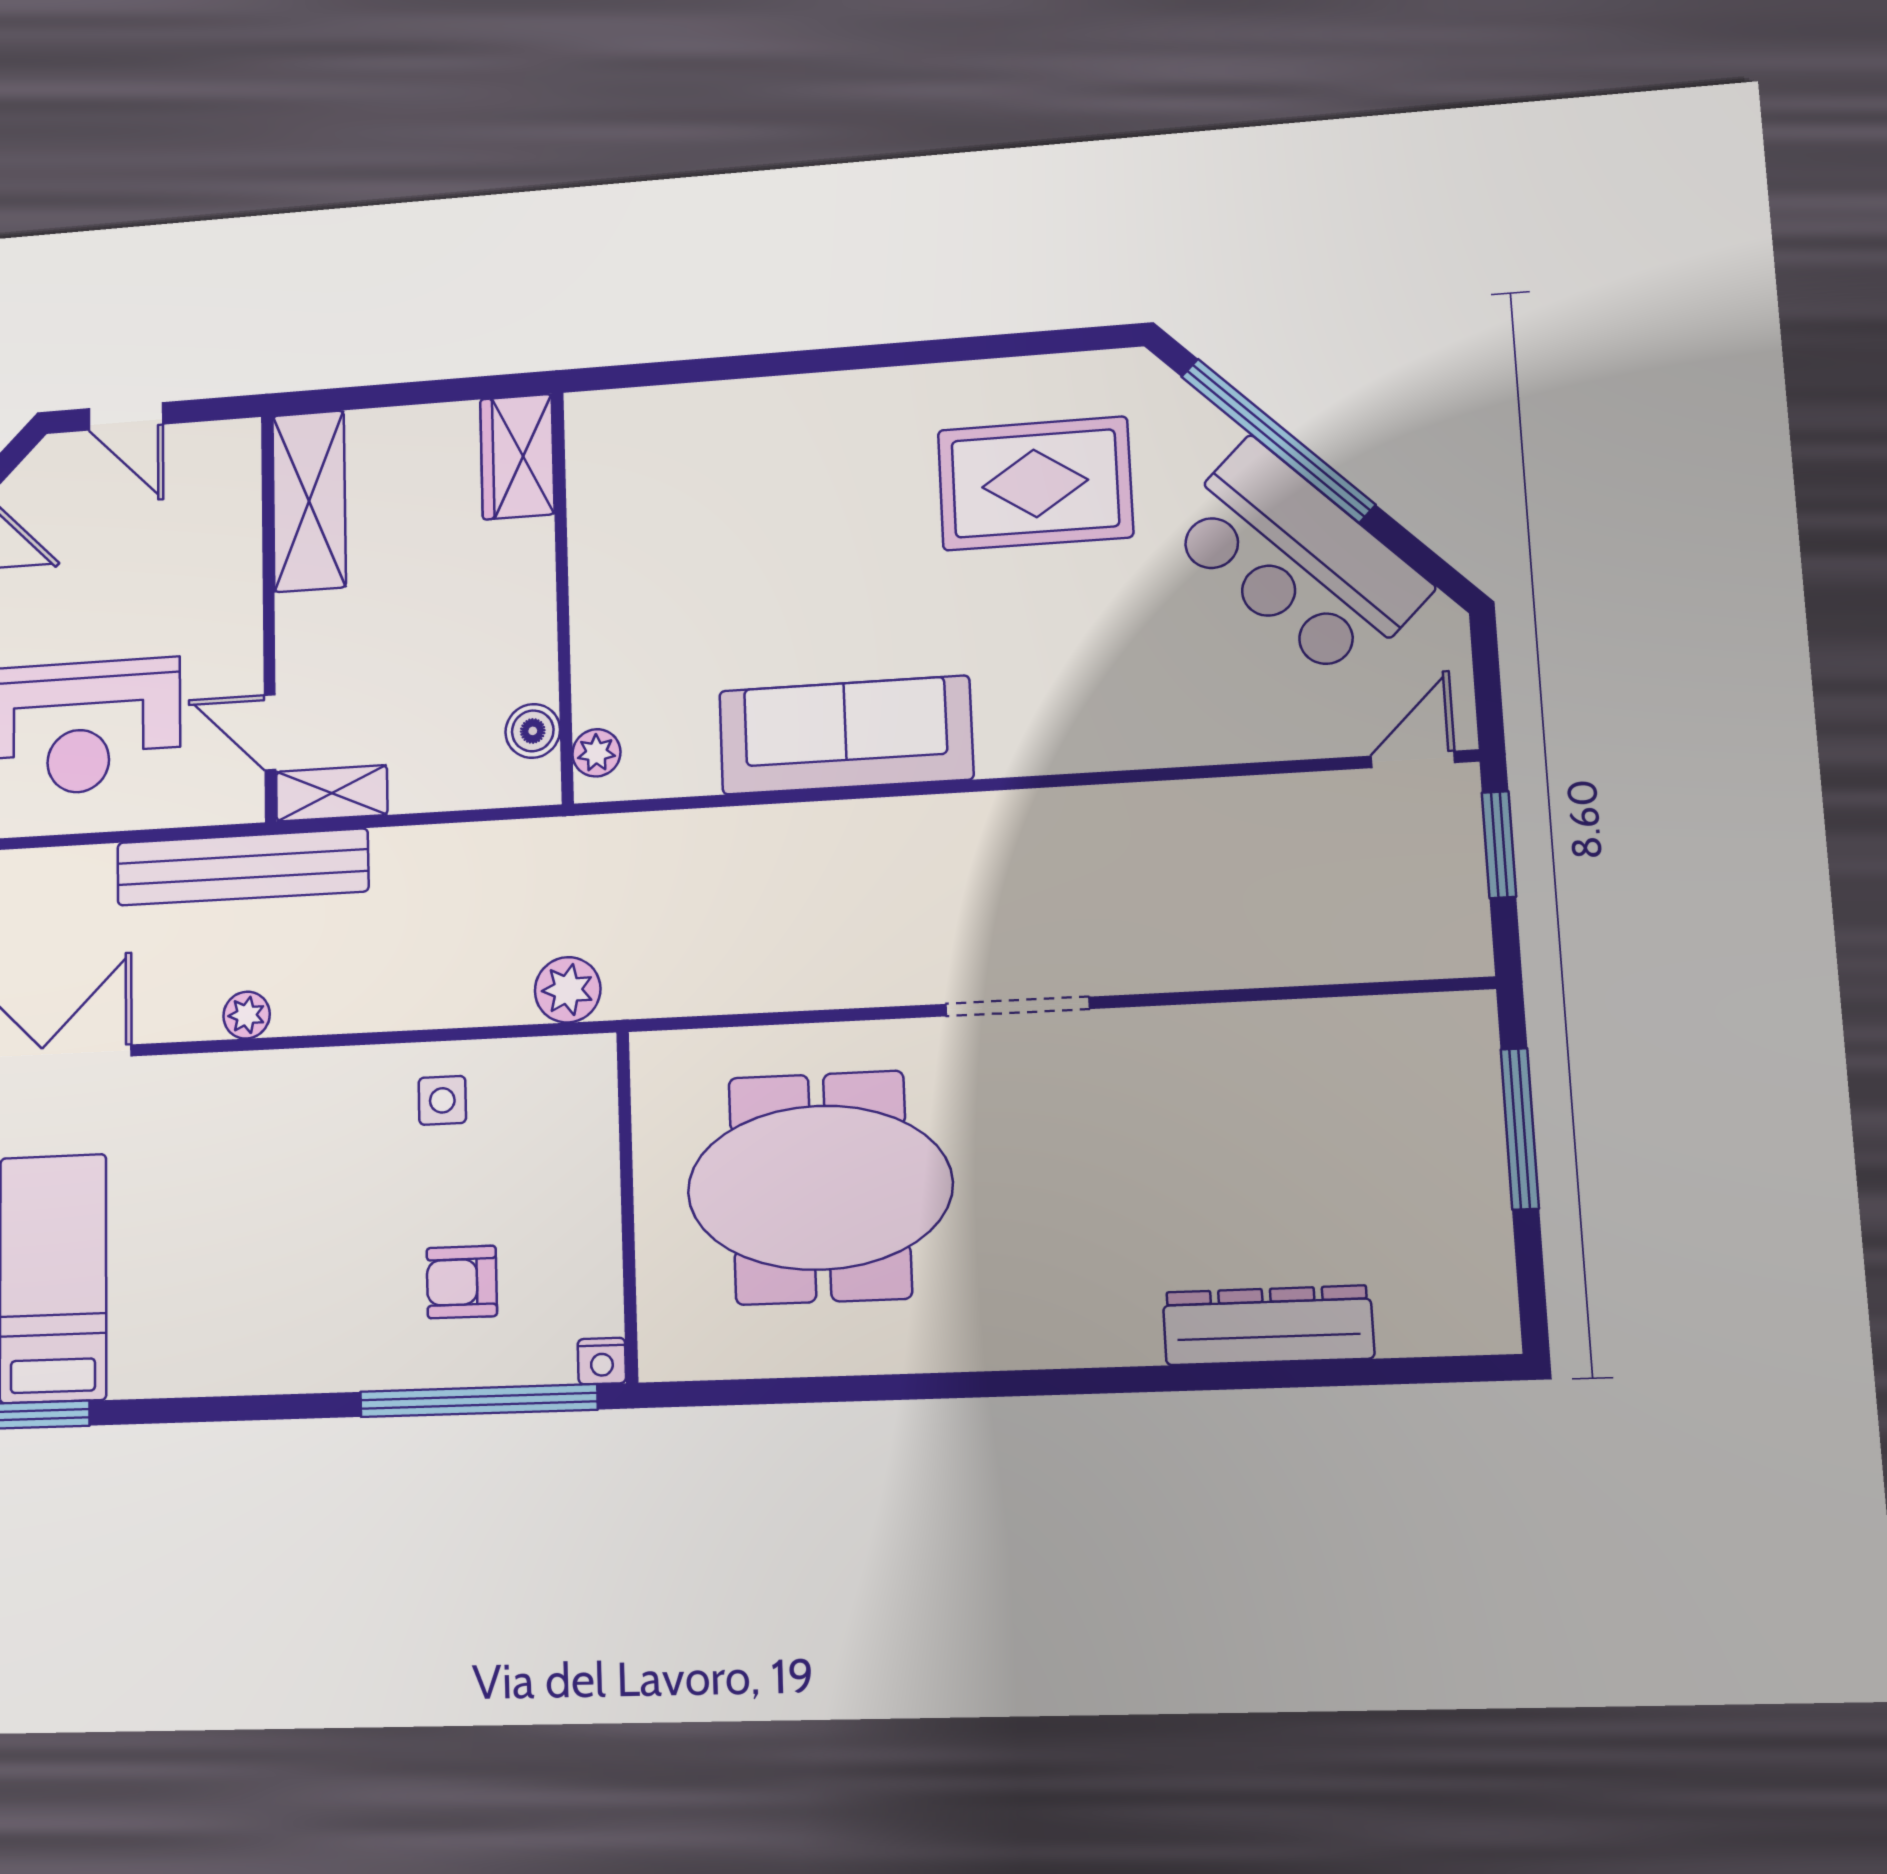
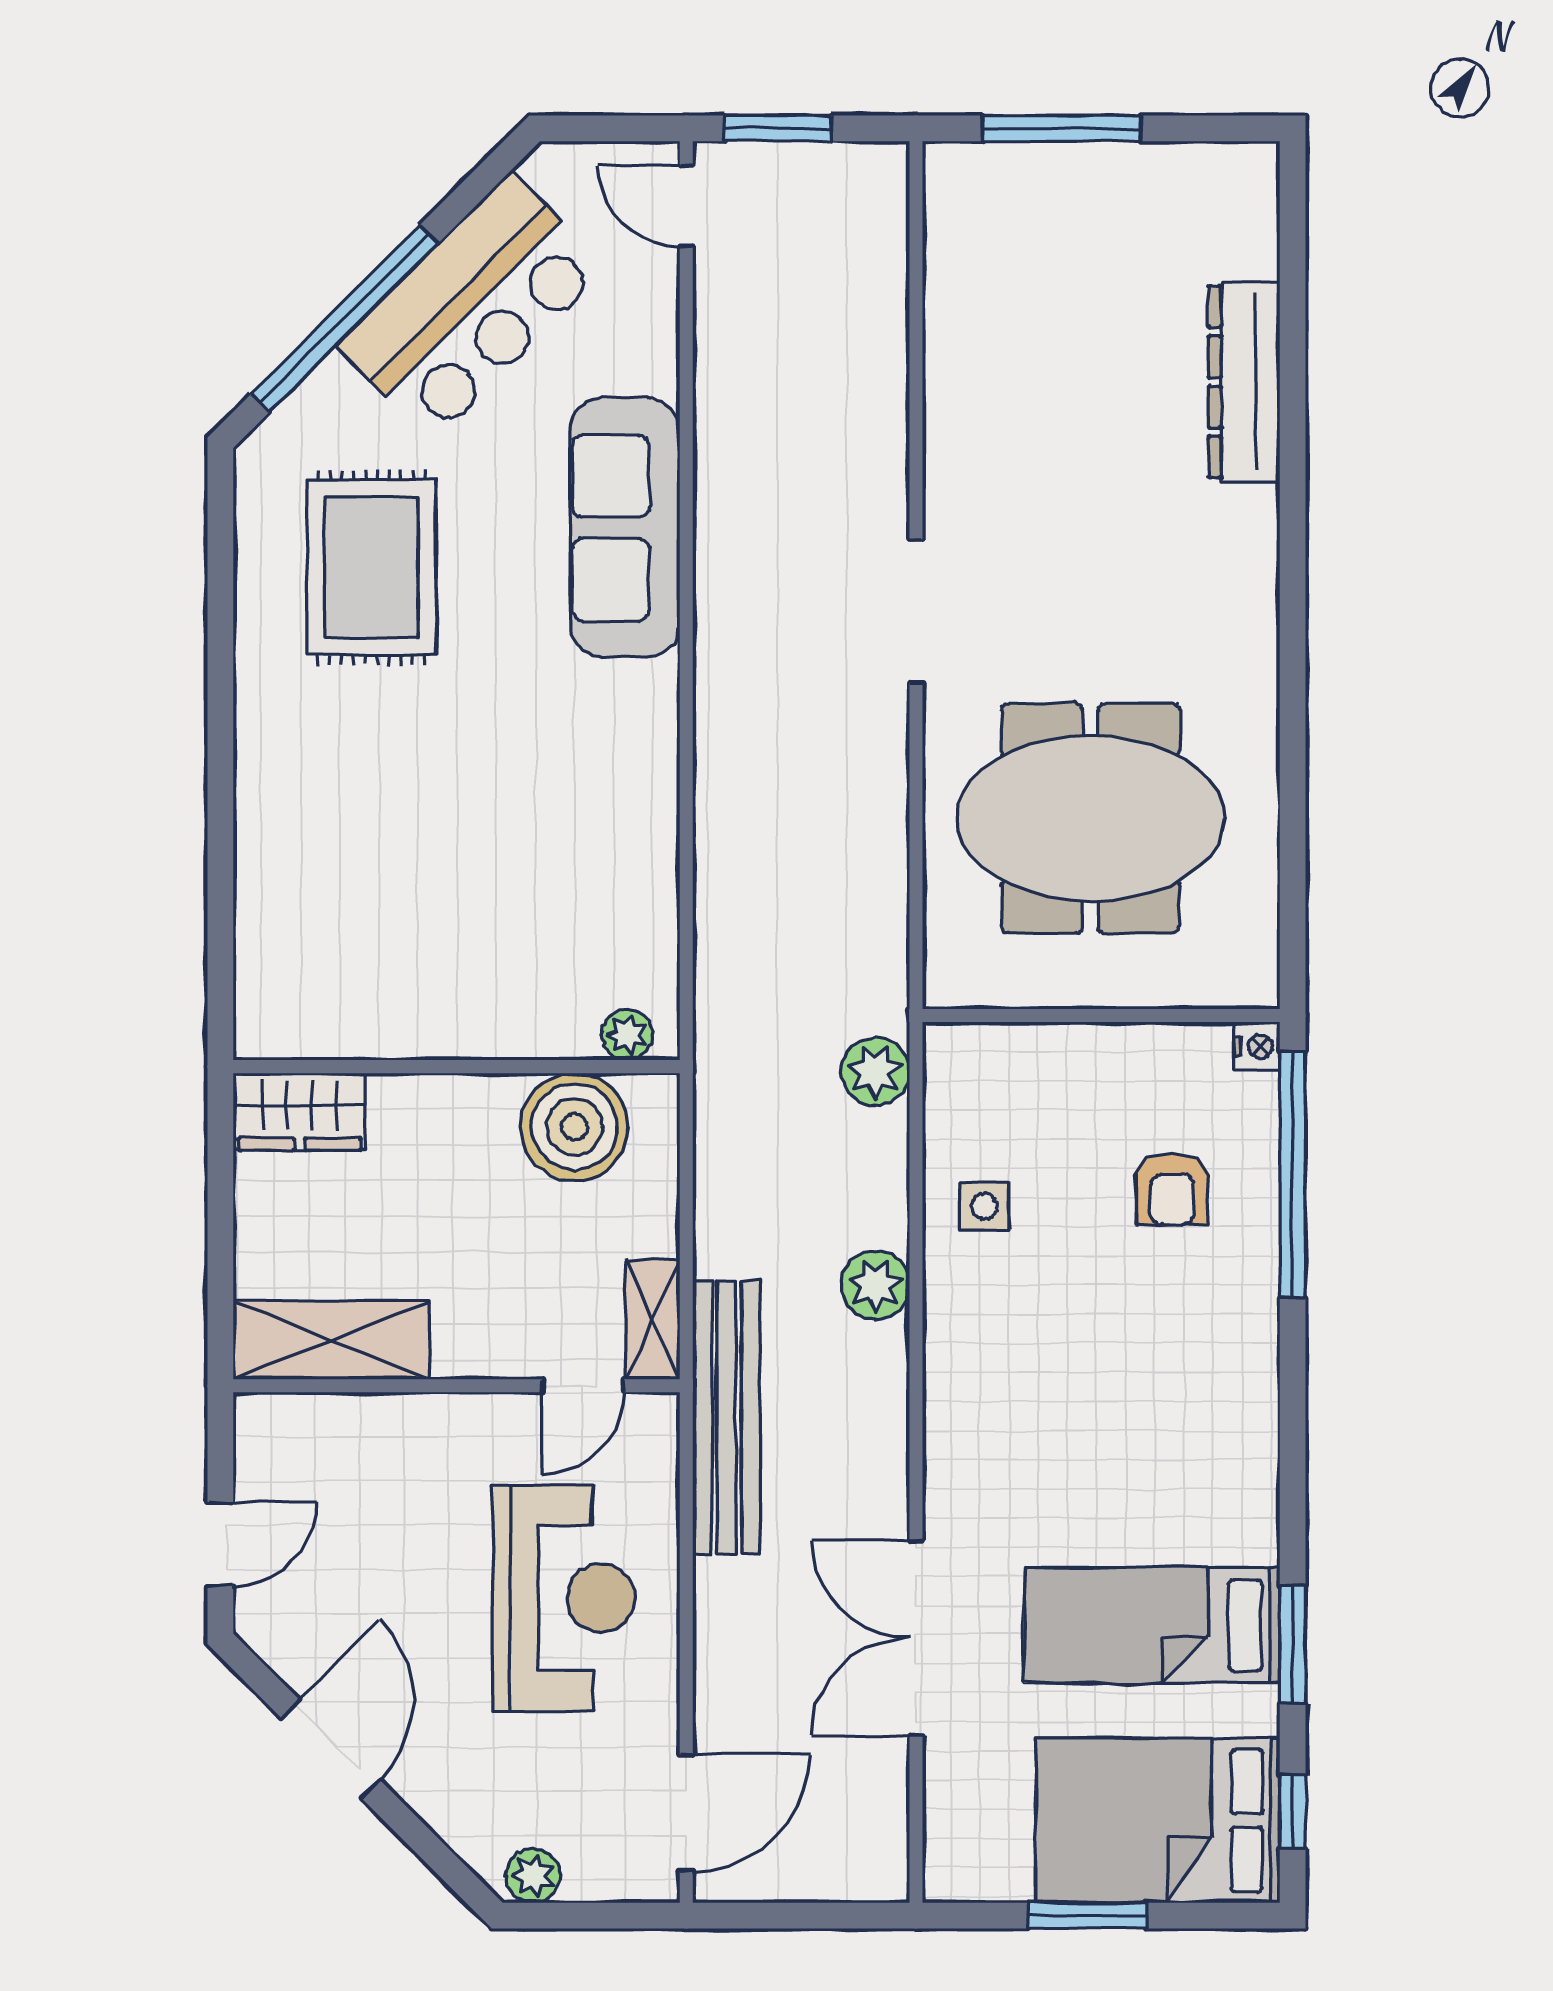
boiler: (533, 731) -> (574, 1127), width x1.86, depth x1.86
sofa: (846, 735) -> (625, 528), moved
plant: (247, 1015) -> (875, 1285), moved, width x1.38, depth x1.38
meeting table: (820, 1188) -> (1090, 818), turned 90

